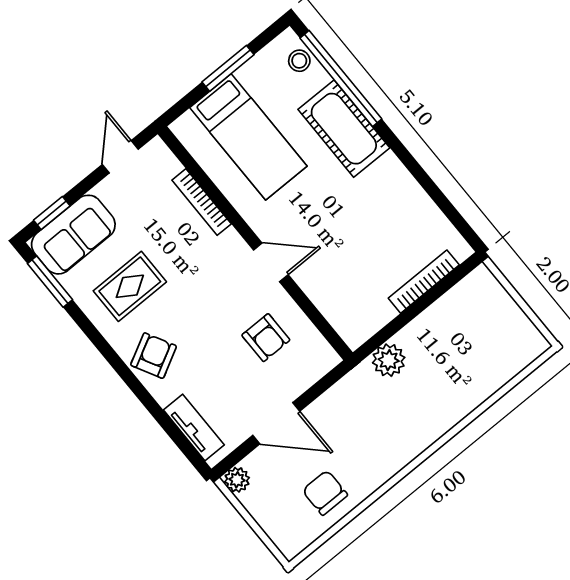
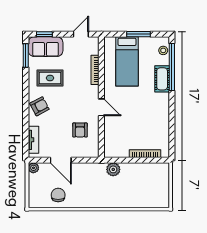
cot: (344, 129) -> (162, 79), width x0.73, depth x0.75

